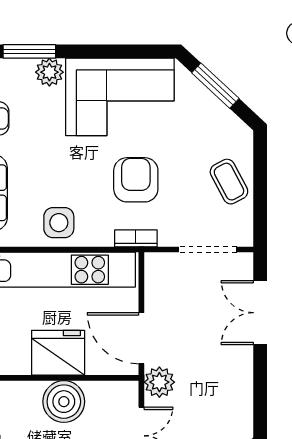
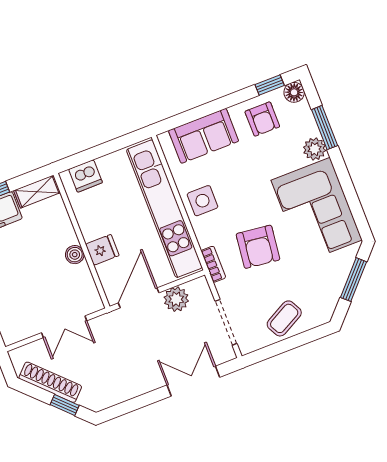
armchair: (136, 180) -> (258, 247), turned 97
fridge: (58, 353) -> (102, 250), width x0.53, depth x0.75
plant: (159, 382) -> (176, 299), moved
boiler: (64, 402) -> (75, 255), width x0.54, depth x0.54

